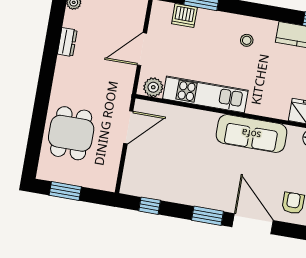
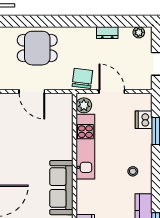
chair: (119, 83) -> (82, 78), added
door: (128, 127) -> (32, 91), moved

